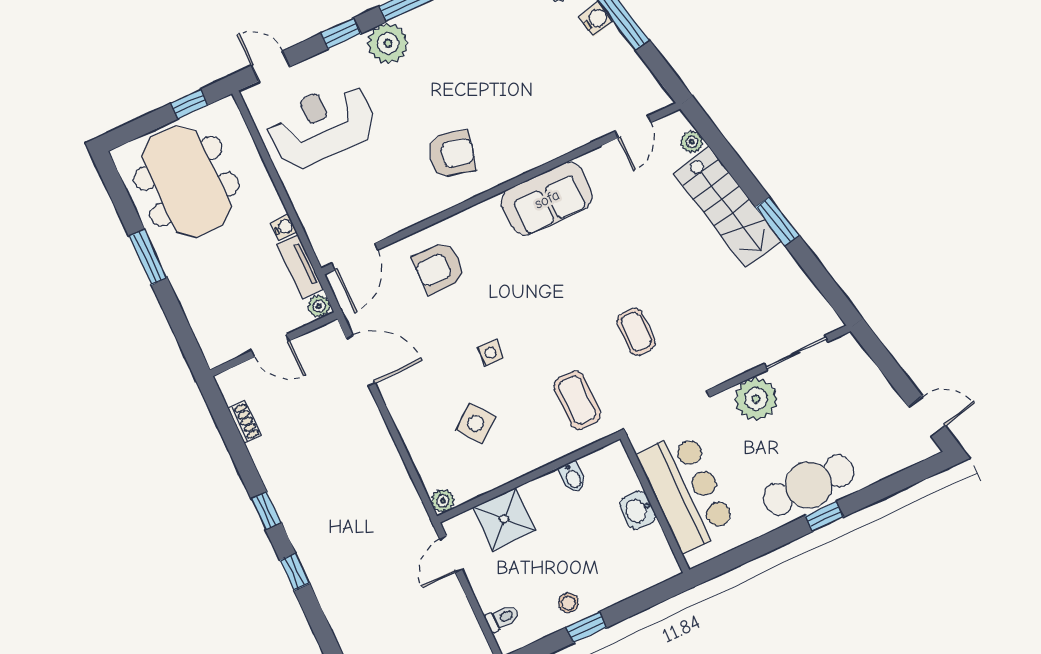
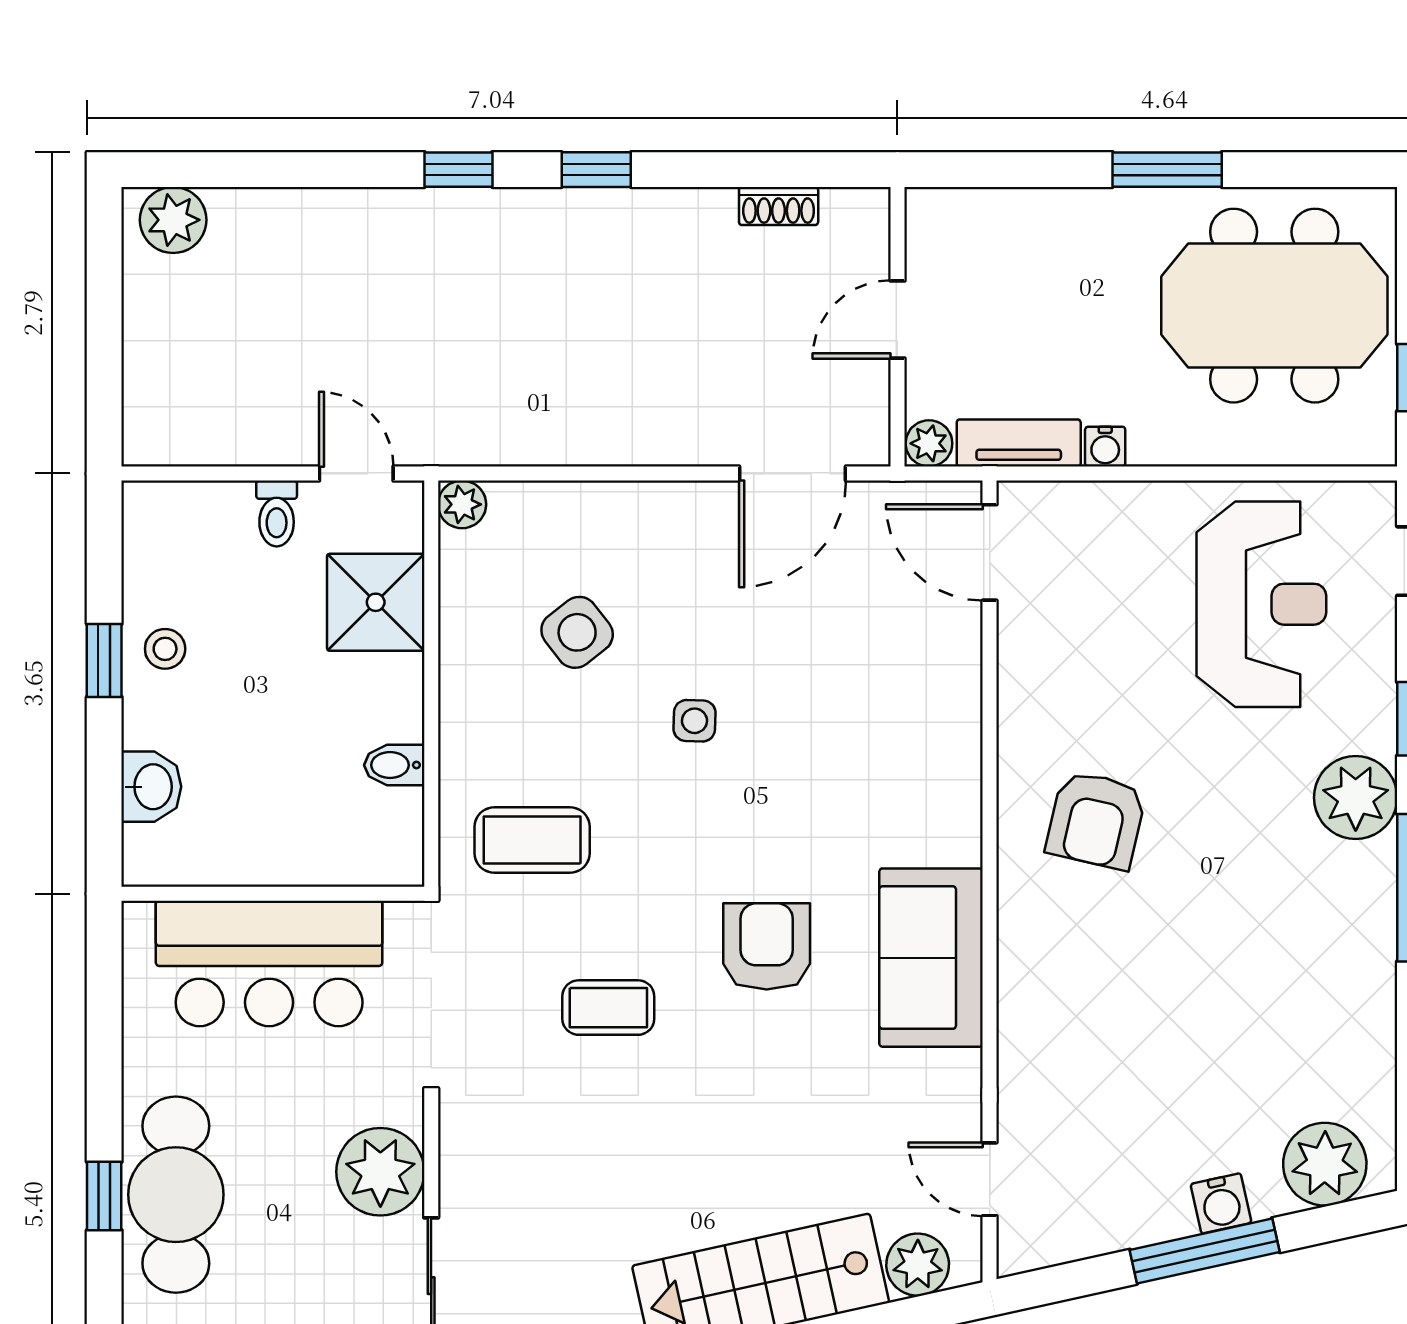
plant: (692, 142) -> (918, 1265), width x1.38, depth x1.38
armchair: (439, 268) -> (767, 946), moved
washbasin: (638, 510) -> (151, 787), moved, turned 90
toilet: (502, 618) -> (277, 513), moved

